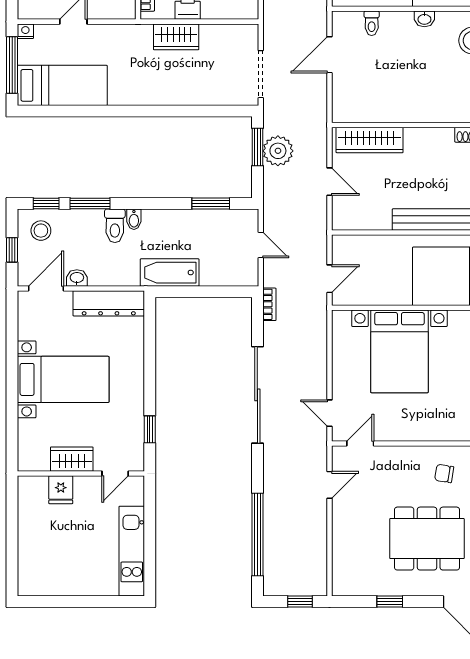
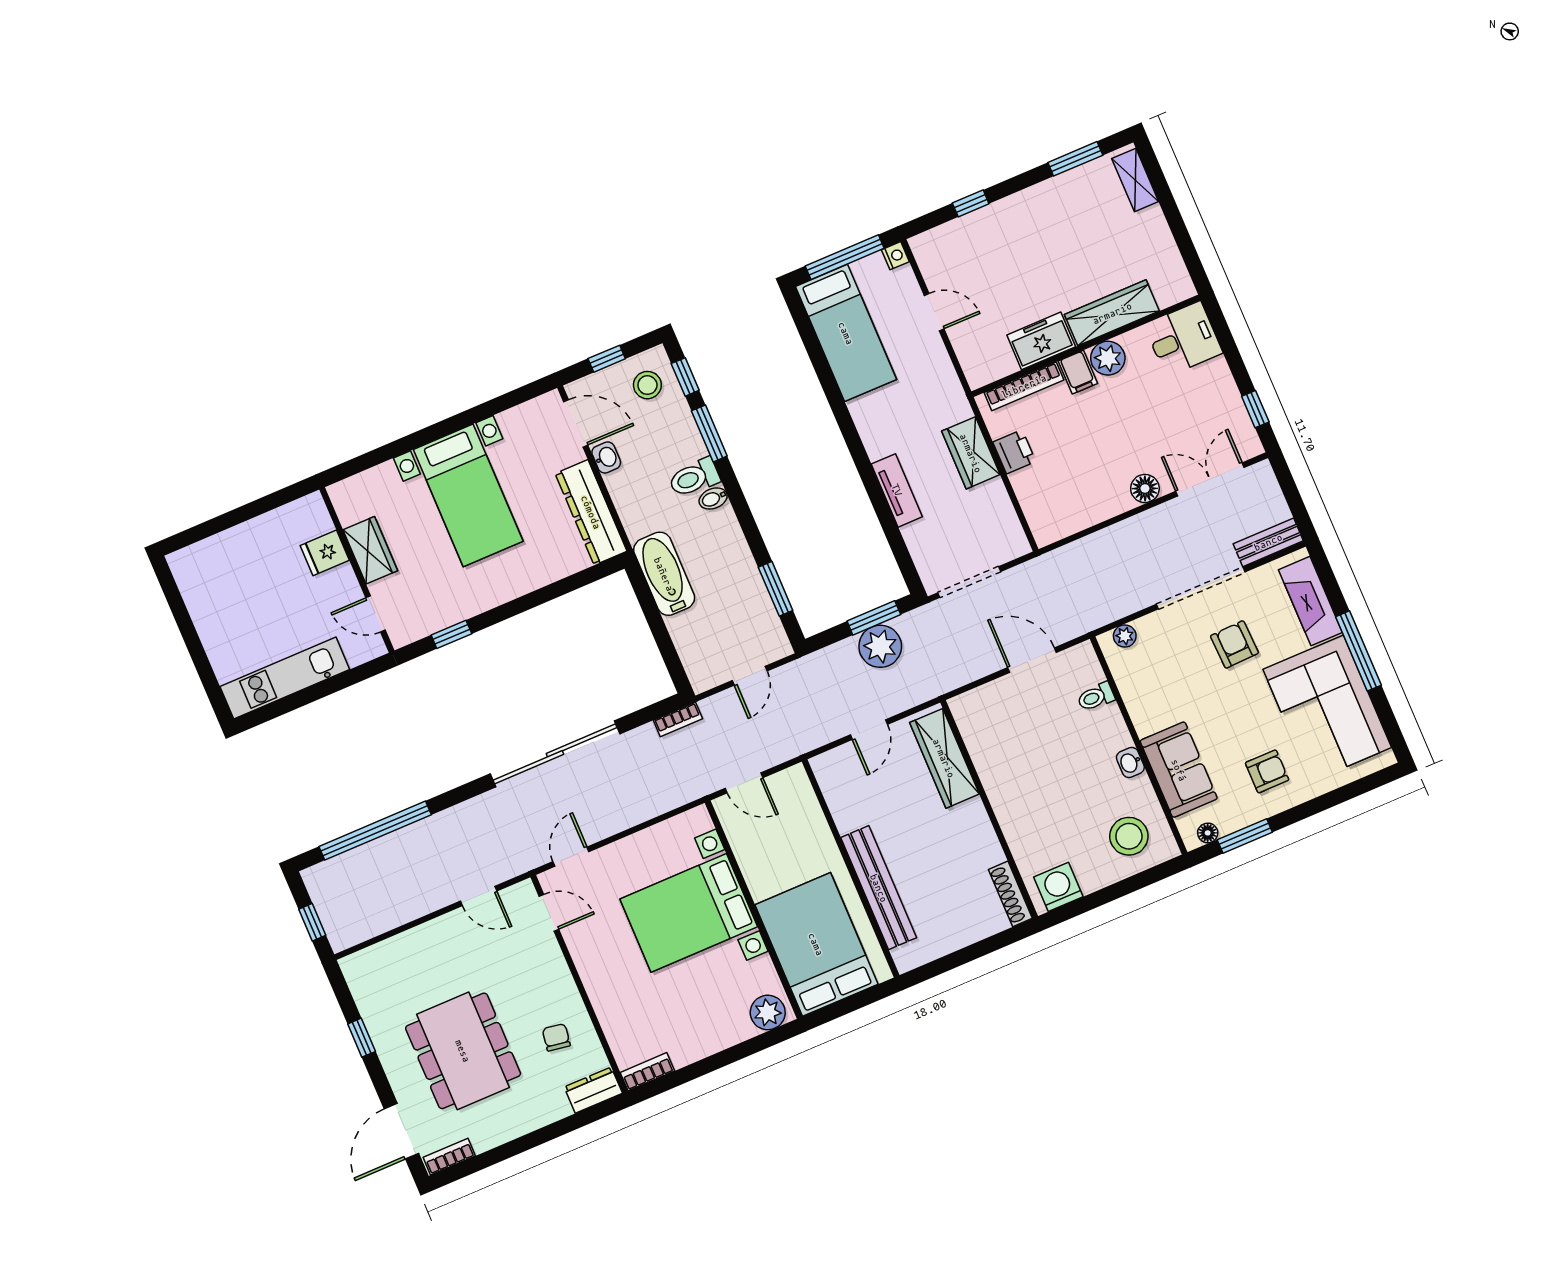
tv unit: (180, 96) -> (897, 490), added

